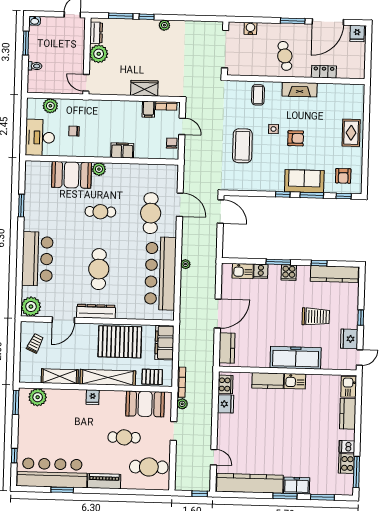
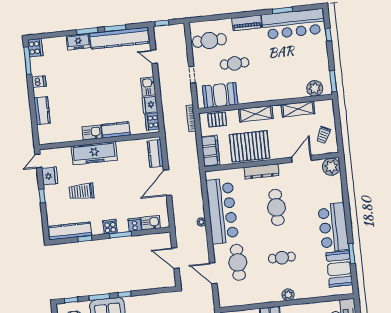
booth: (72, 175) -> (339, 269), moved, turned 90
door: (221, 211) -> (175, 258), moved
bar counter: (37, 259) -> (333, 227), moved
dresser: (96, 311) -> (261, 171), moved
shelving: (108, 378) -> (256, 114), width x0.68
kitchen sink: (349, 387) -> (148, 87), moved, turned 180
fridge: (93, 397) -> (267, 95), removed
plant: (182, 404) -> (188, 100), removed
cooker: (346, 463) -> (35, 48), moved
window: (322, 497) -> (115, 28), moved

